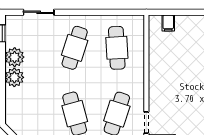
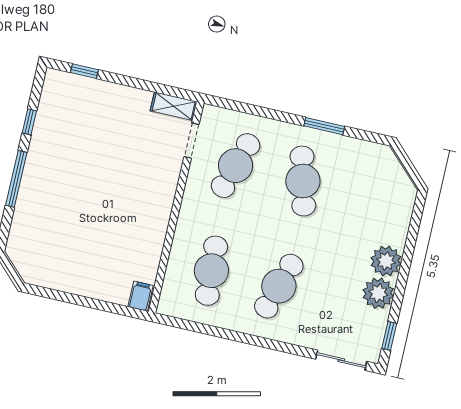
sliding door: (39, 12) -> (341, 360), moved
filing cabinet: (168, 23) -> (141, 296), moved

